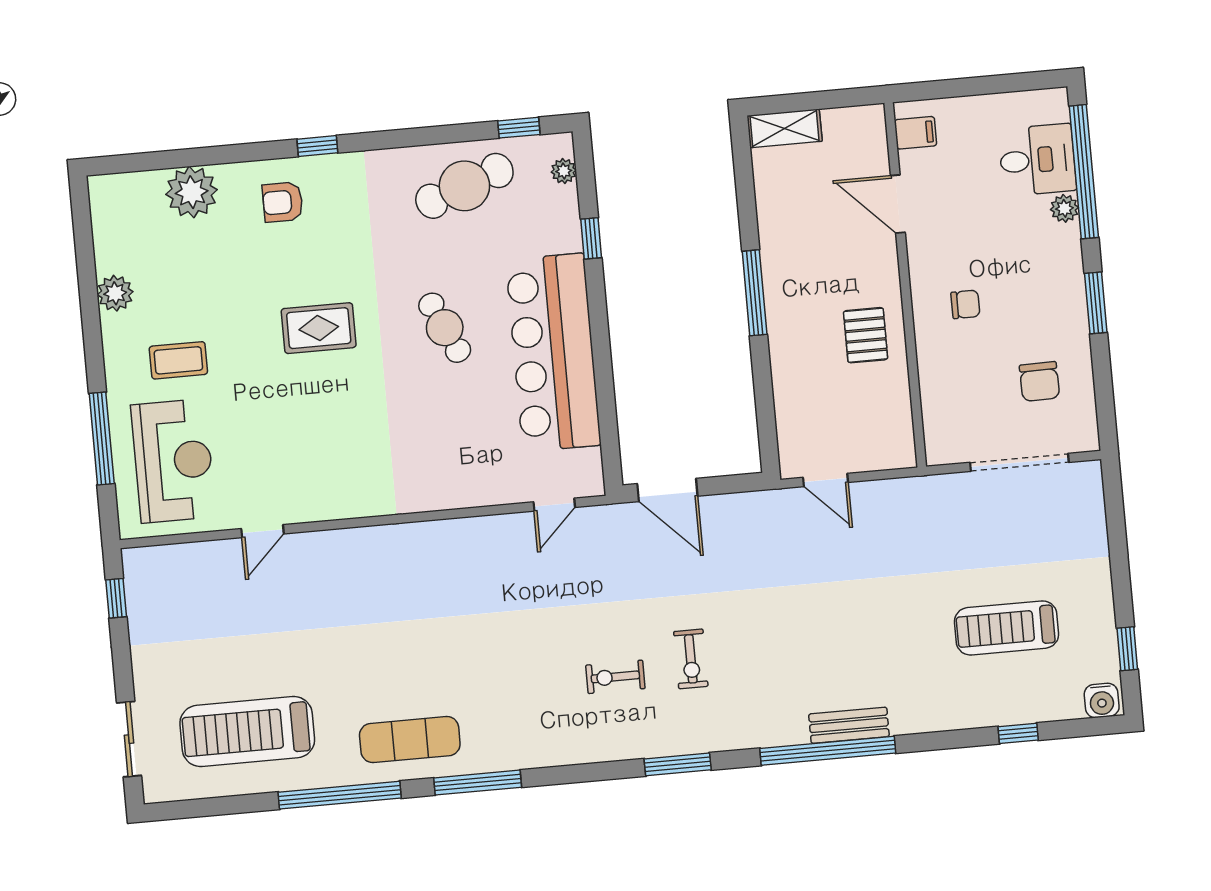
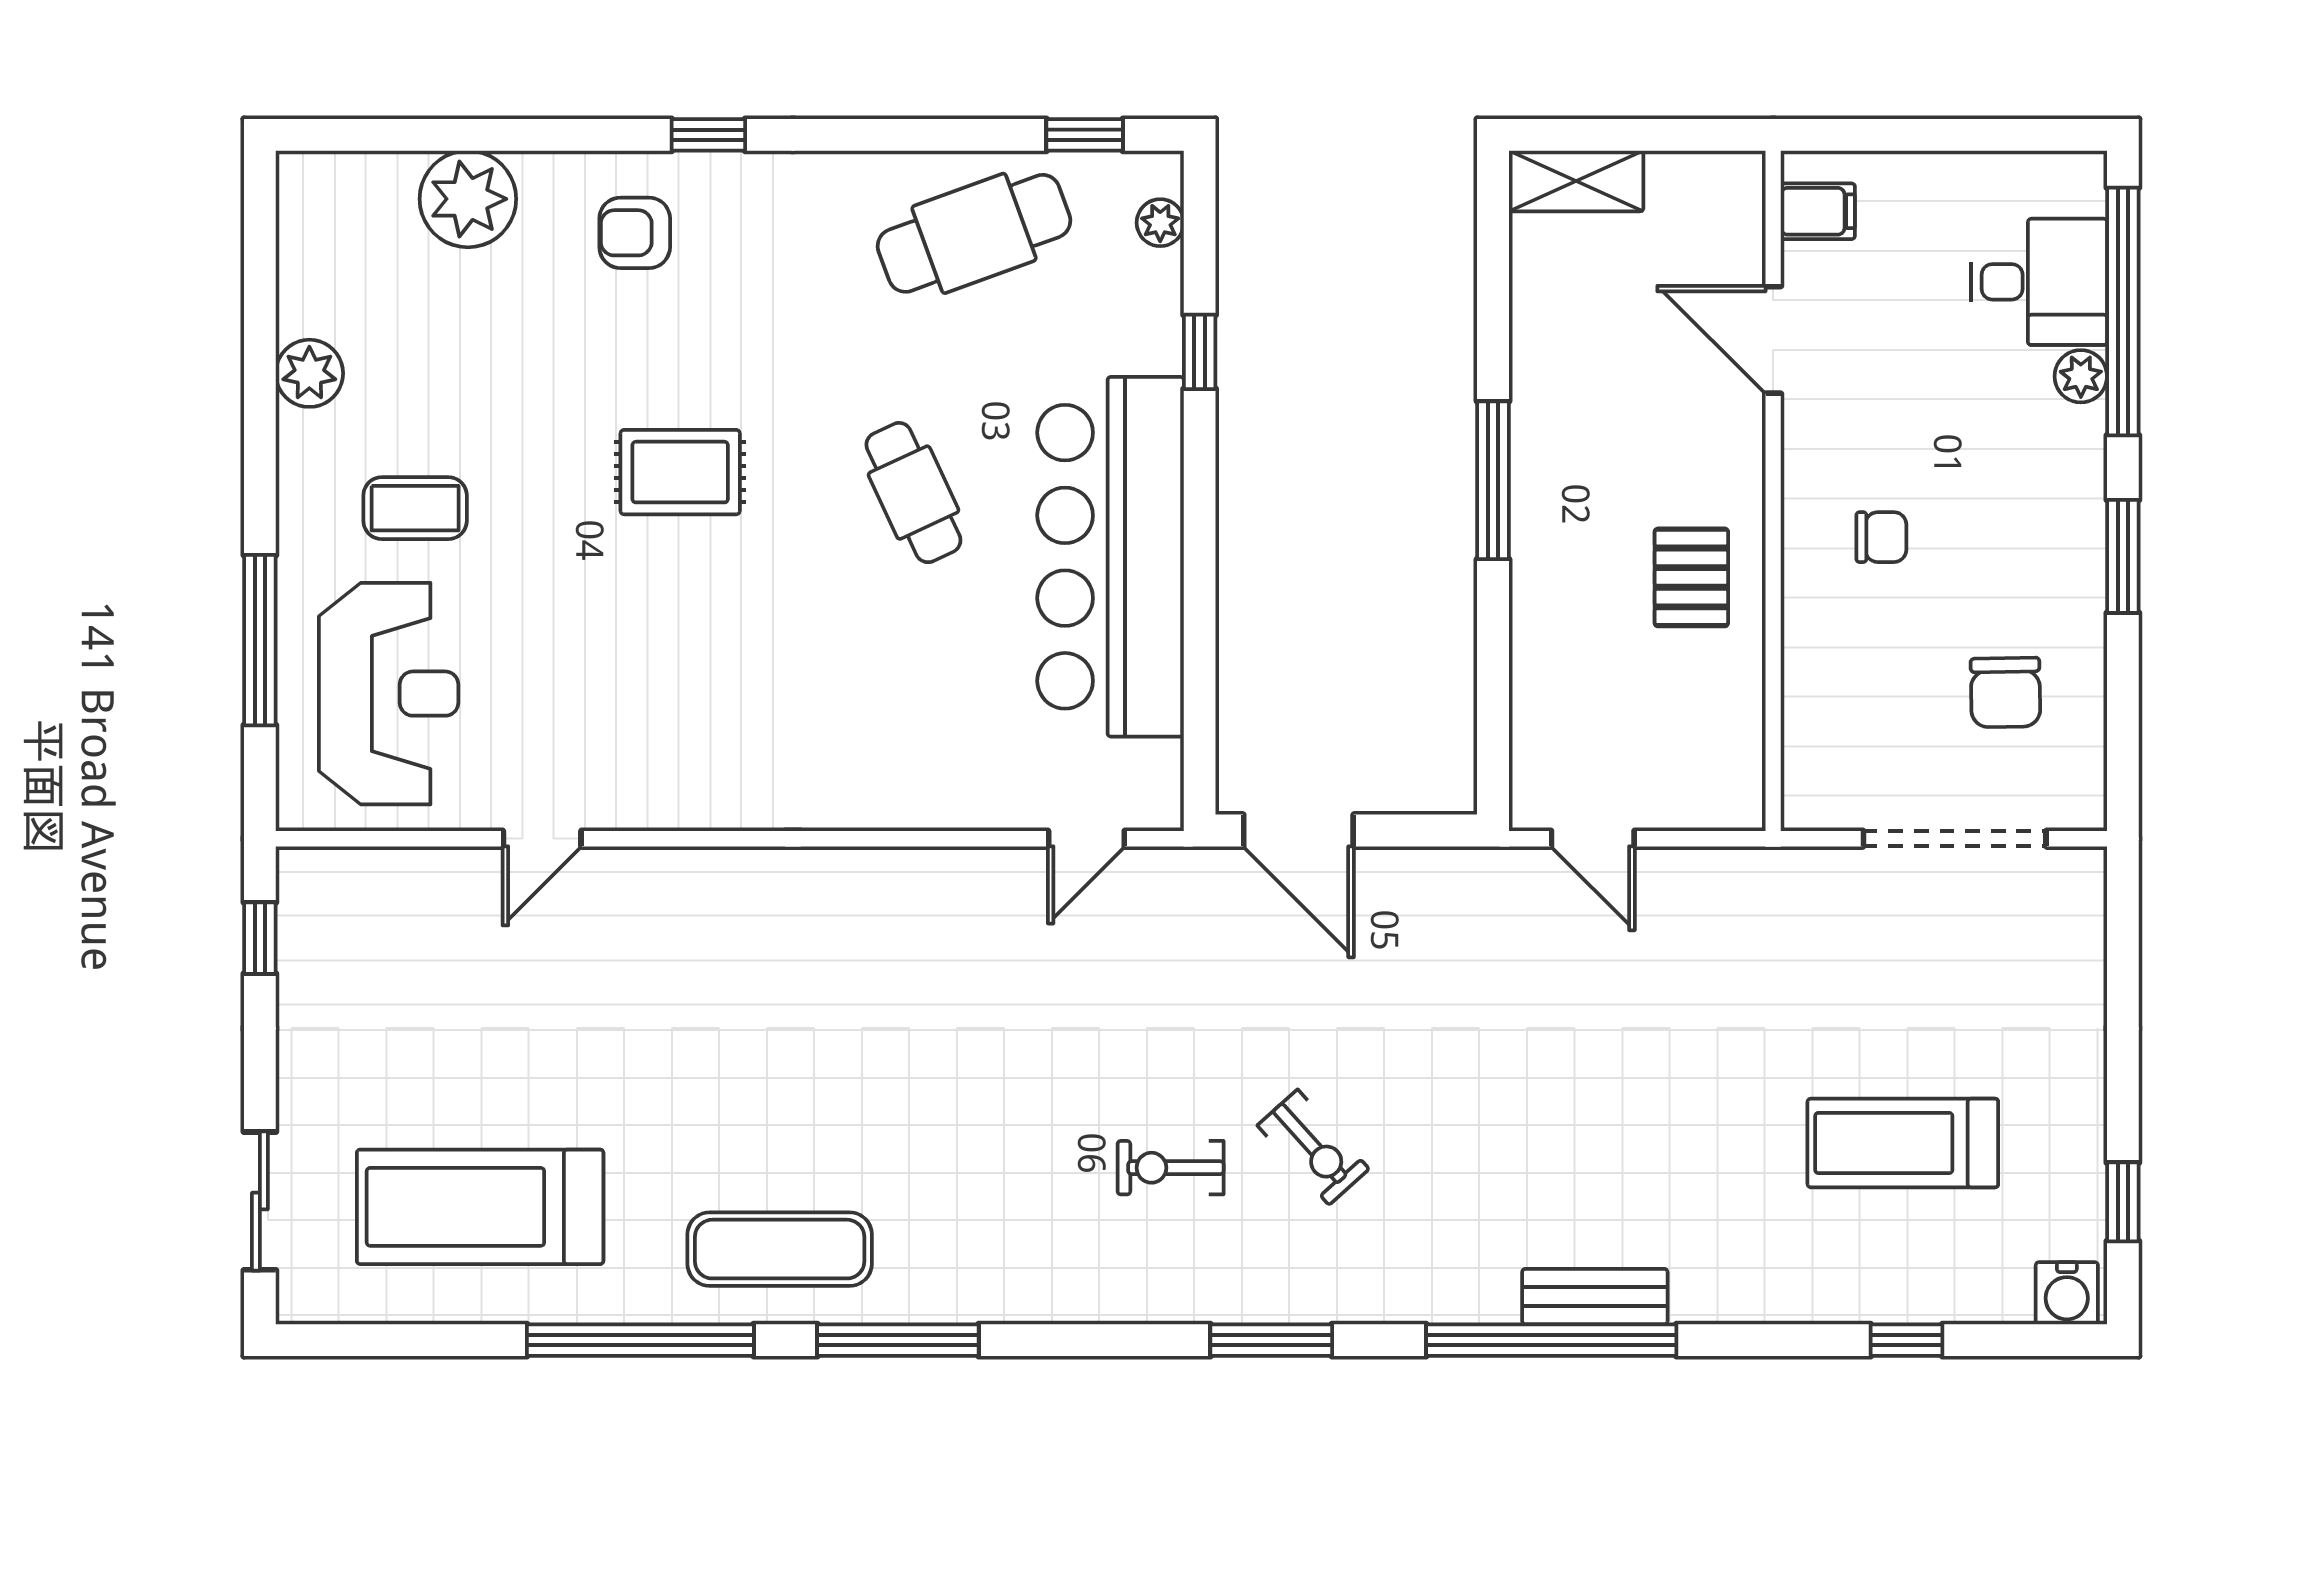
exercise bike: (691, 659) -> (1313, 1147), turned -42

